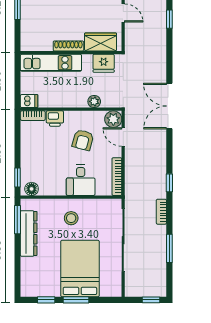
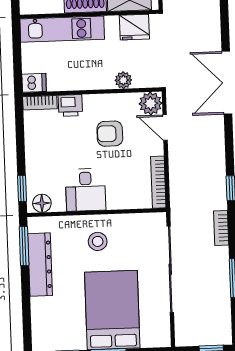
armchair: (83, 140) -> (110, 134), turned 75
desk: (81, 180) -> (86, 190), moved

